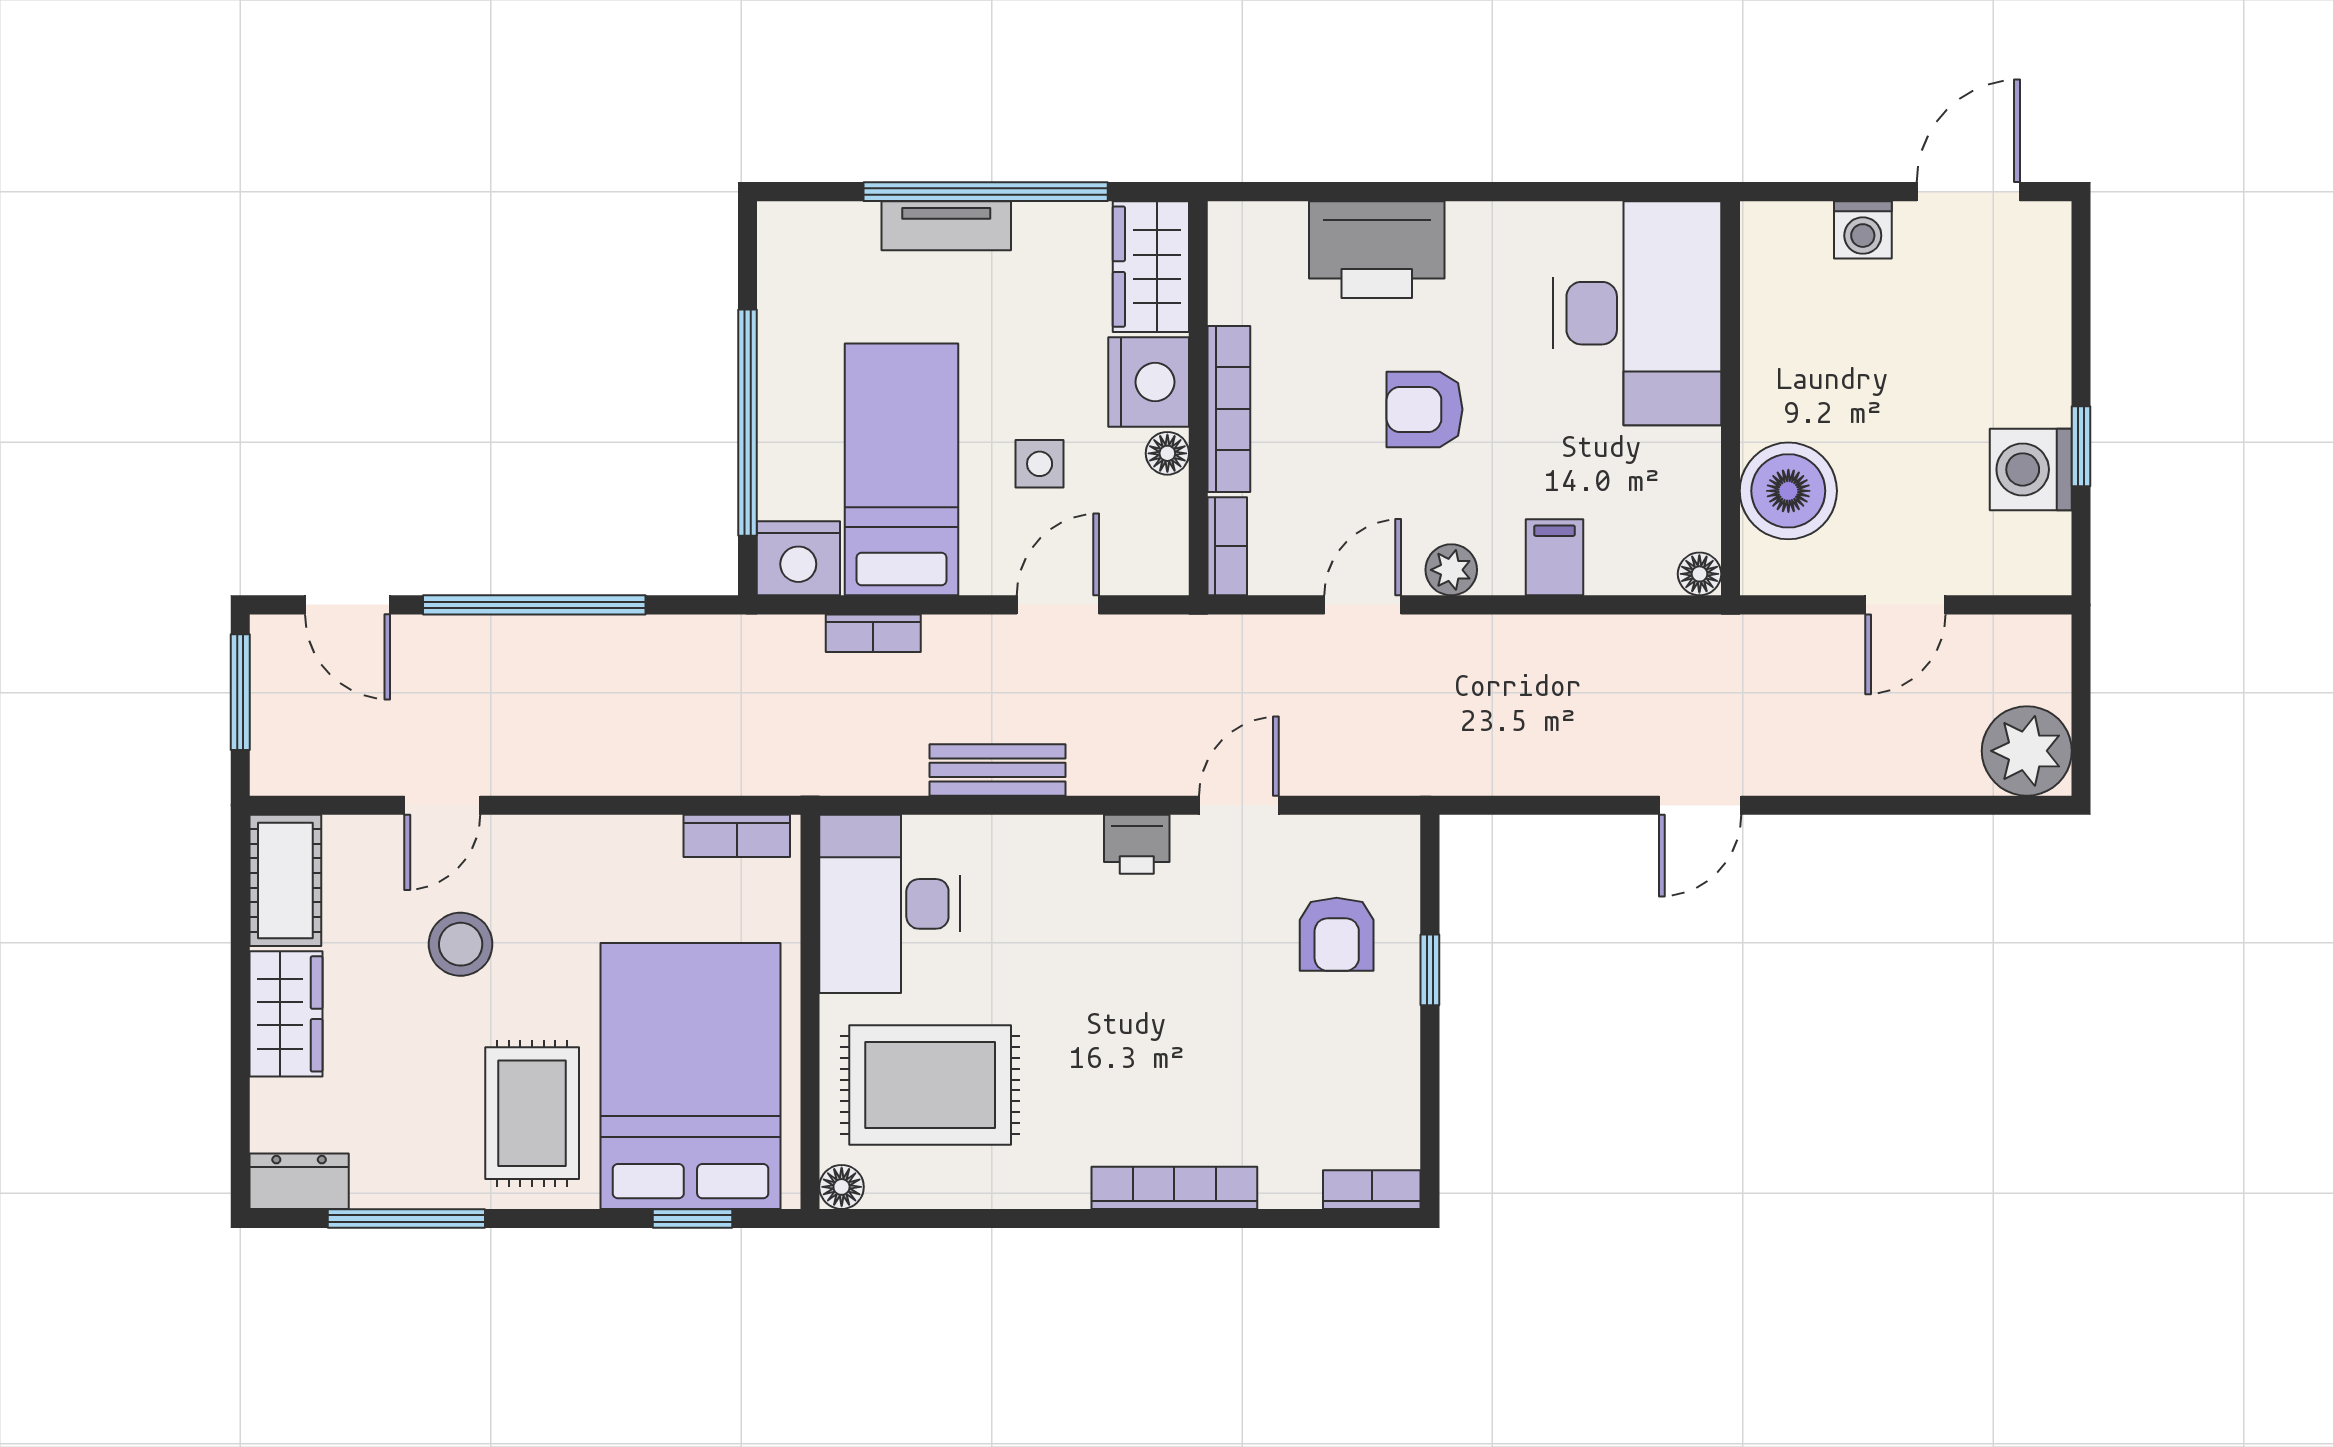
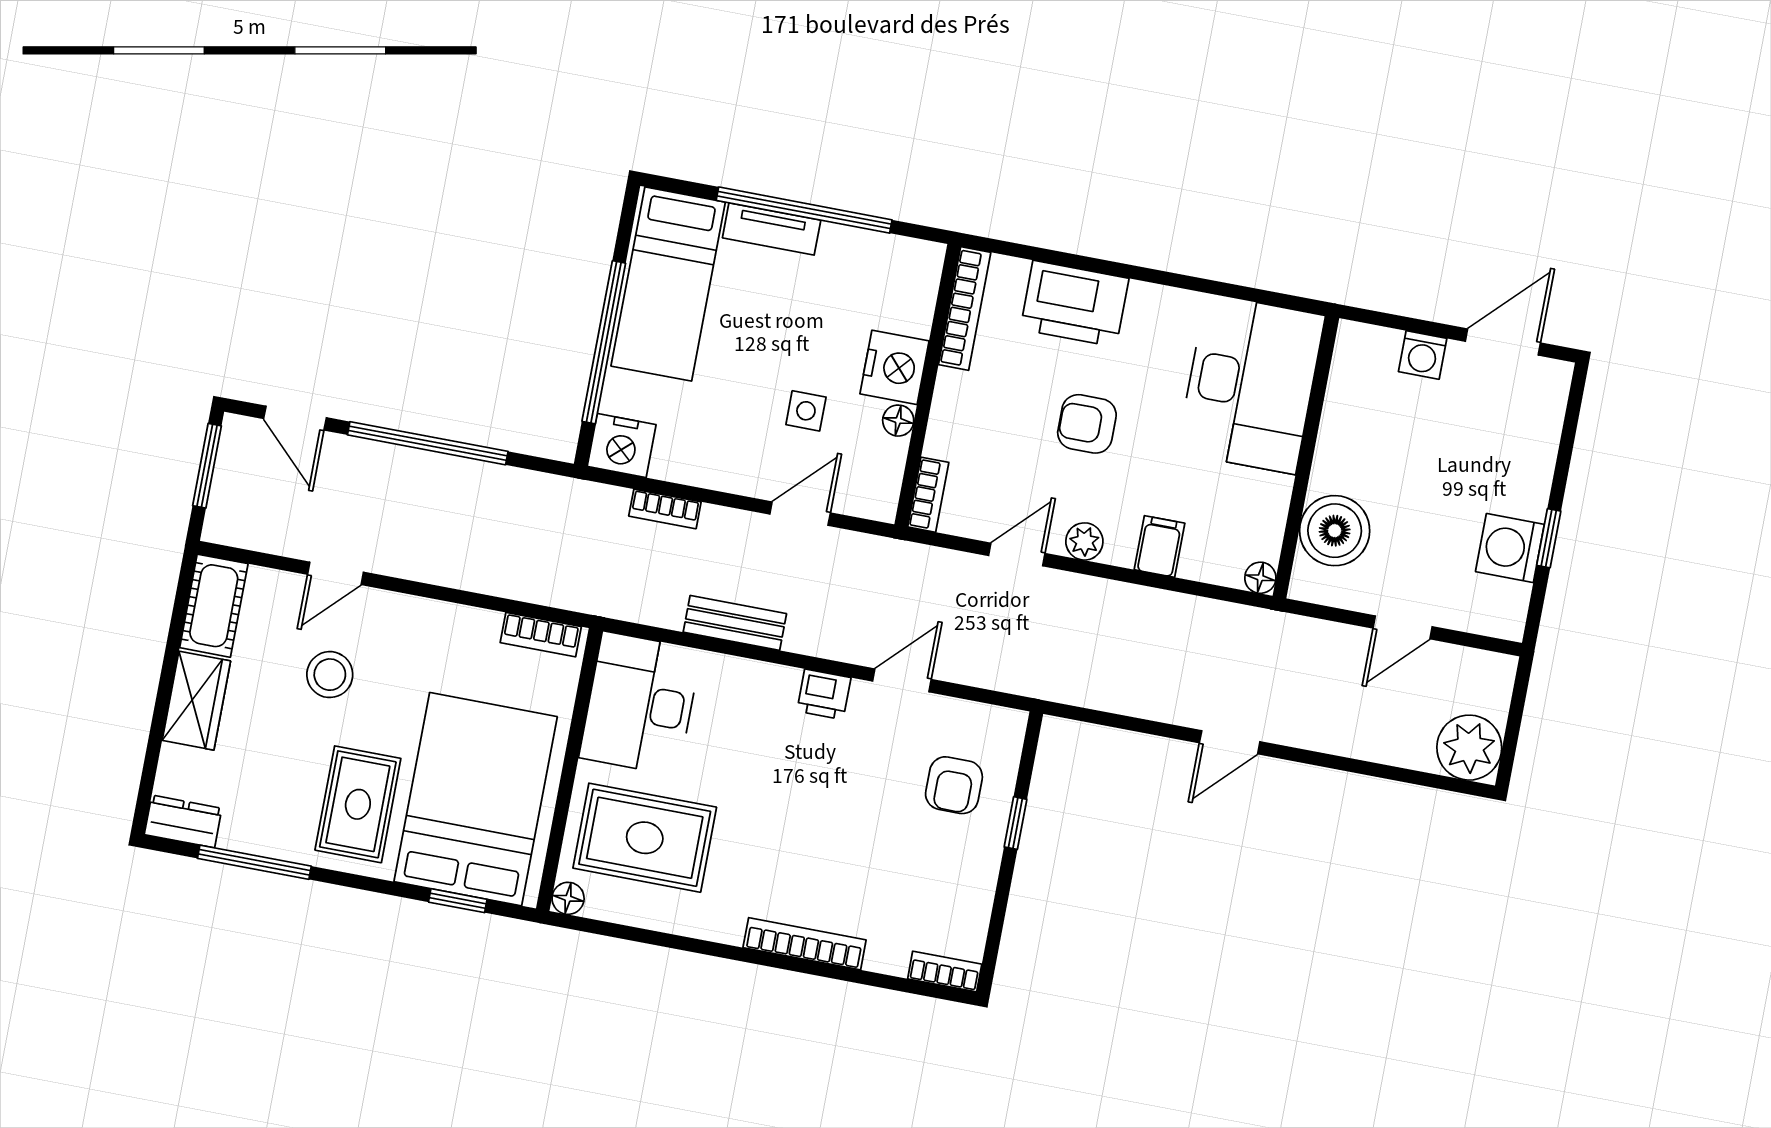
wardrobe: (1151, 267) -> (912, 286), removed
bookcase: (1229, 409) -> (965, 308), moved
bed: (902, 469) -> (668, 284), moved, turned 180

